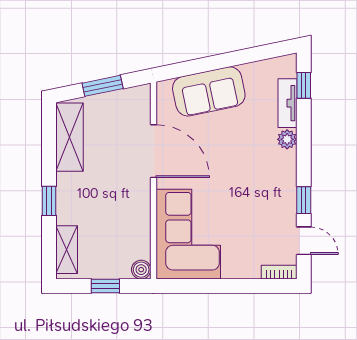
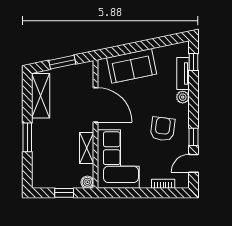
armchair: (256, 188) -> (163, 129), added
window: (49, 201) -> (27, 137), width x1.50
door: (304, 241) -> (194, 163), swing flipped
shelving: (67, 250) -> (87, 148), moved
bookcase: (279, 272) -> (163, 184), moved

